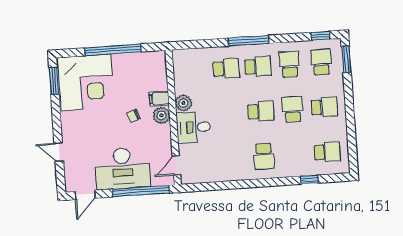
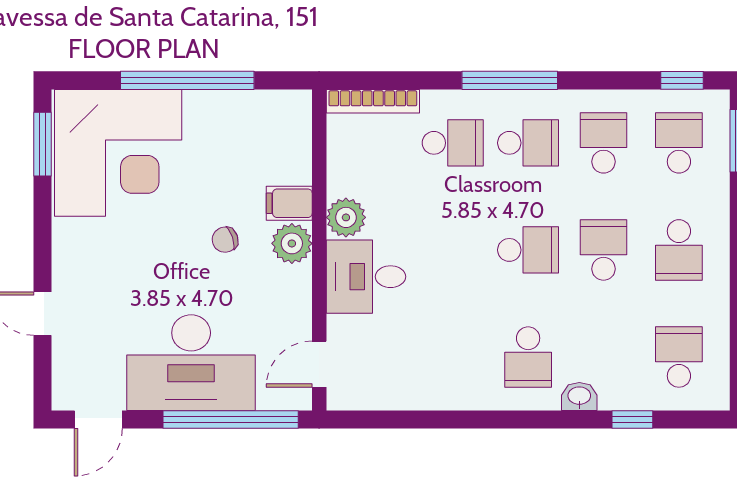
bookcase: (191, 53) -> (373, 101), added
school desk: (324, 107) -> (679, 250), turned 90
school desk: (327, 152) -> (679, 357), turned -90
washbasin: (287, 171) -> (579, 396), added

